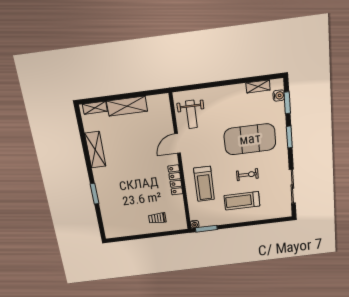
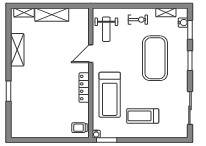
exercise mat: (250, 139) -> (155, 58), turned 90
exercise bike: (247, 175) -> (138, 20), moved
treadmill: (204, 184) -> (110, 95), width x1.37, depth x1.38
trolley: (157, 218) -> (80, 128), moved

